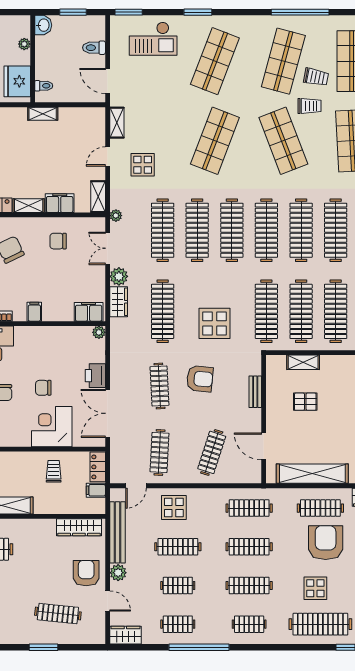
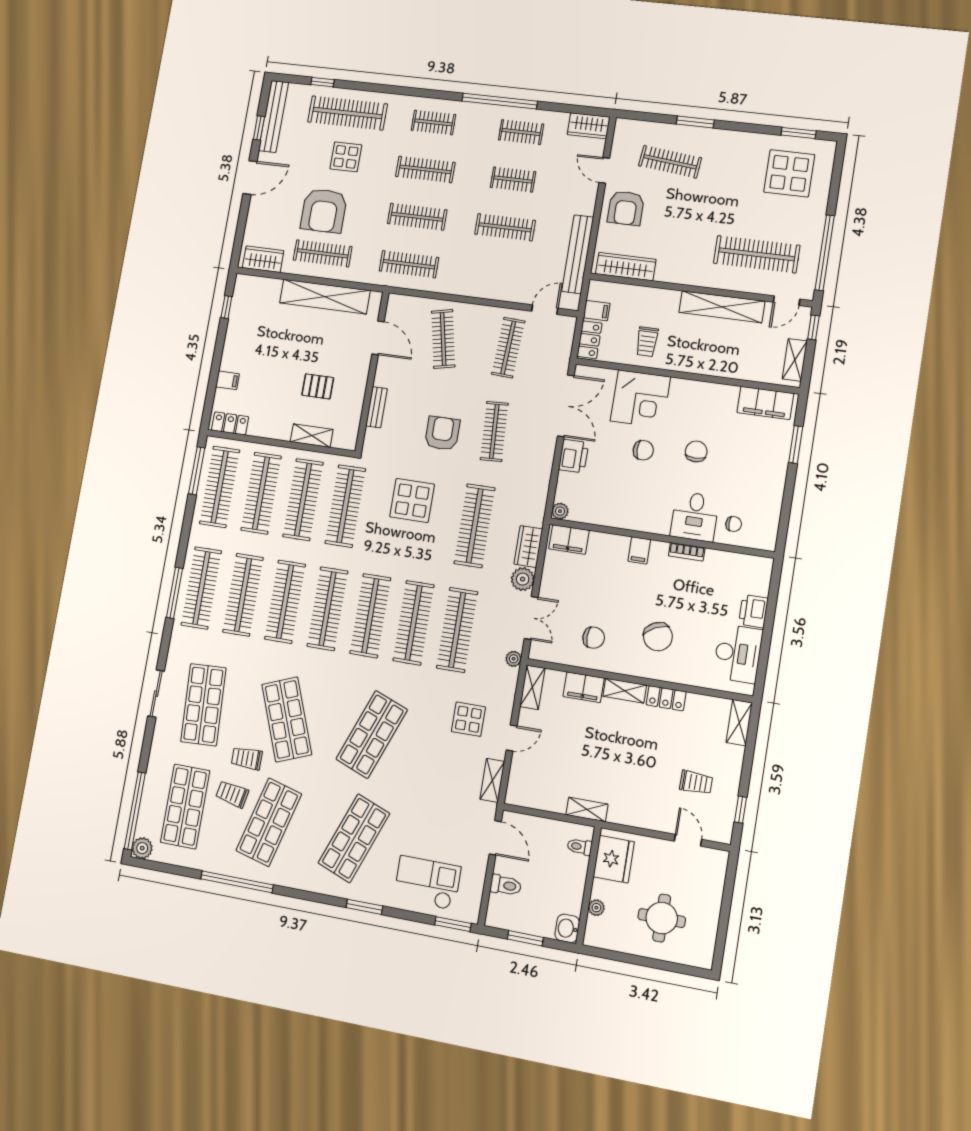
armchair: (200, 379) -> (442, 433), turned 84
clothes rail: (212, 452) -> (443, 339), turned -30
display table: (174, 508) -> (502, 277), removed
plant: (118, 573) -> (585, 204), removed

